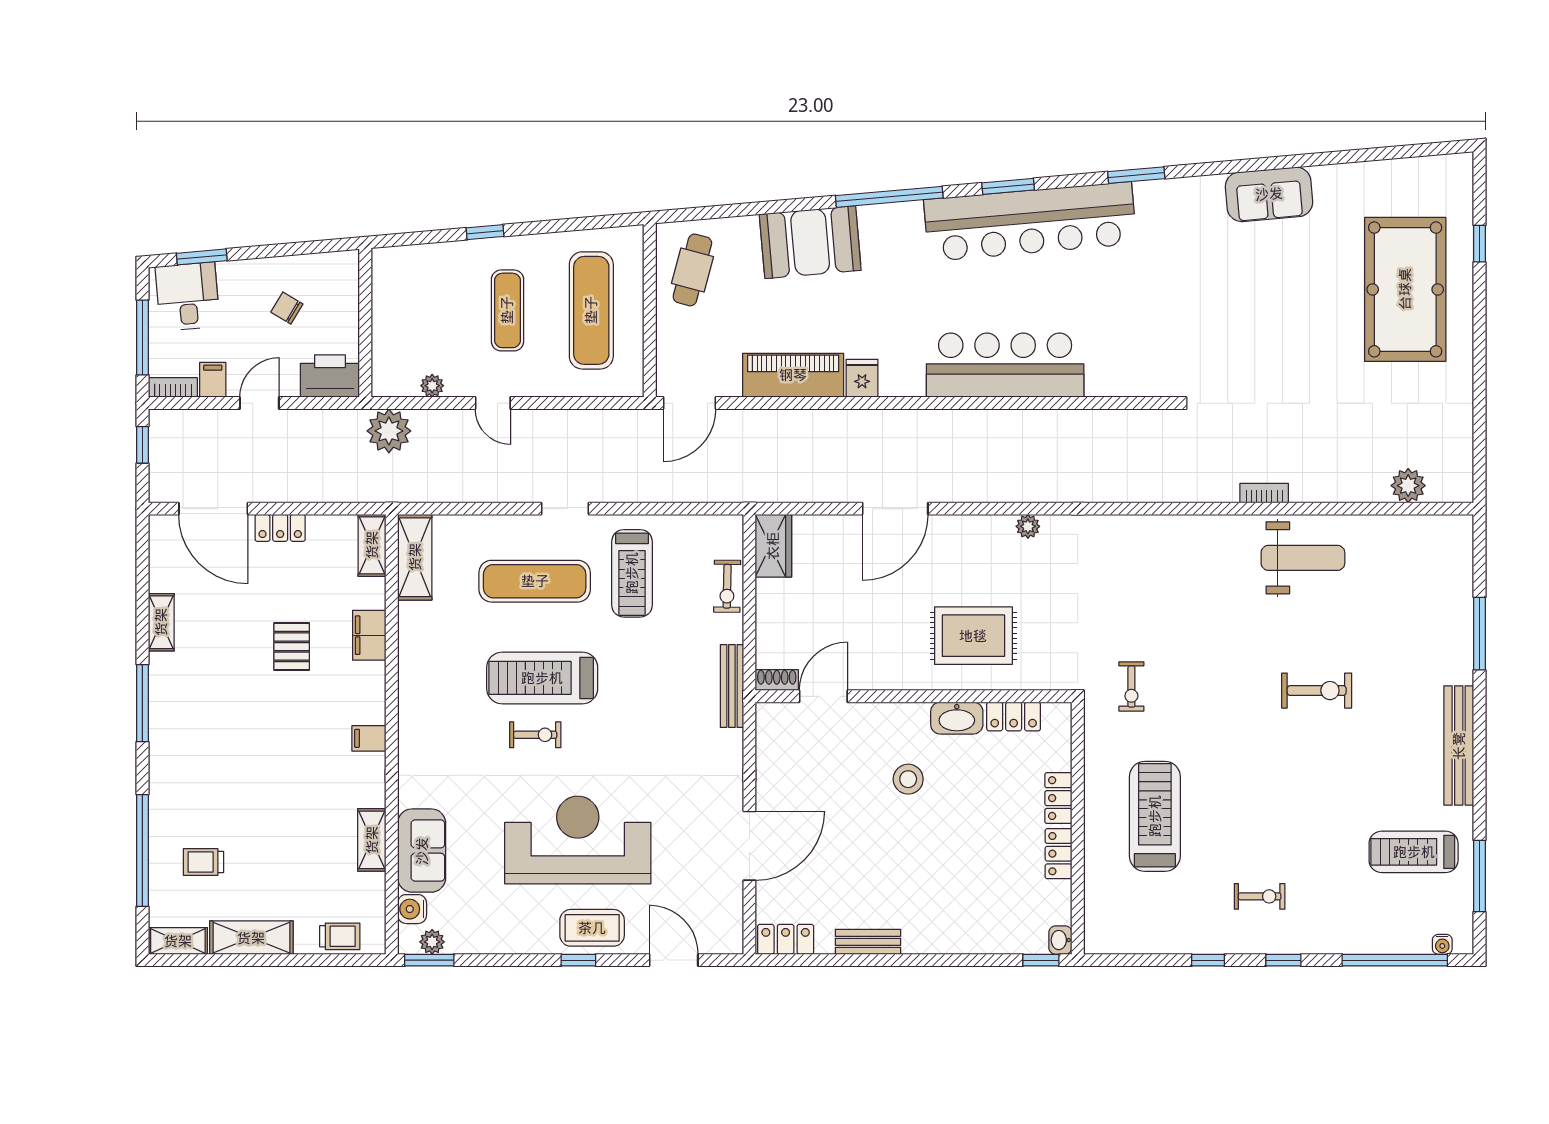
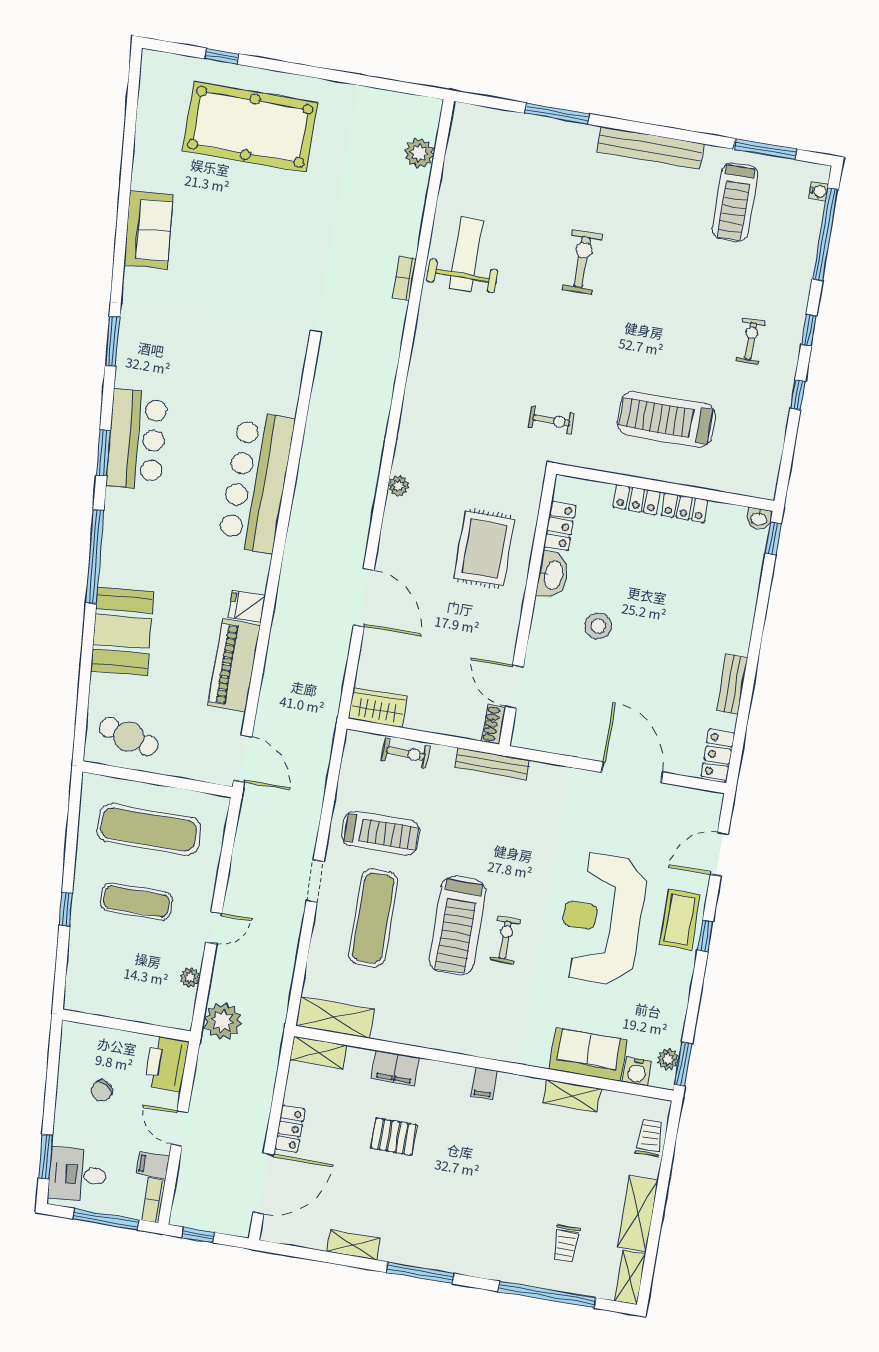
bar counter: (1030, 222) -> (137, 439), width x0.54

